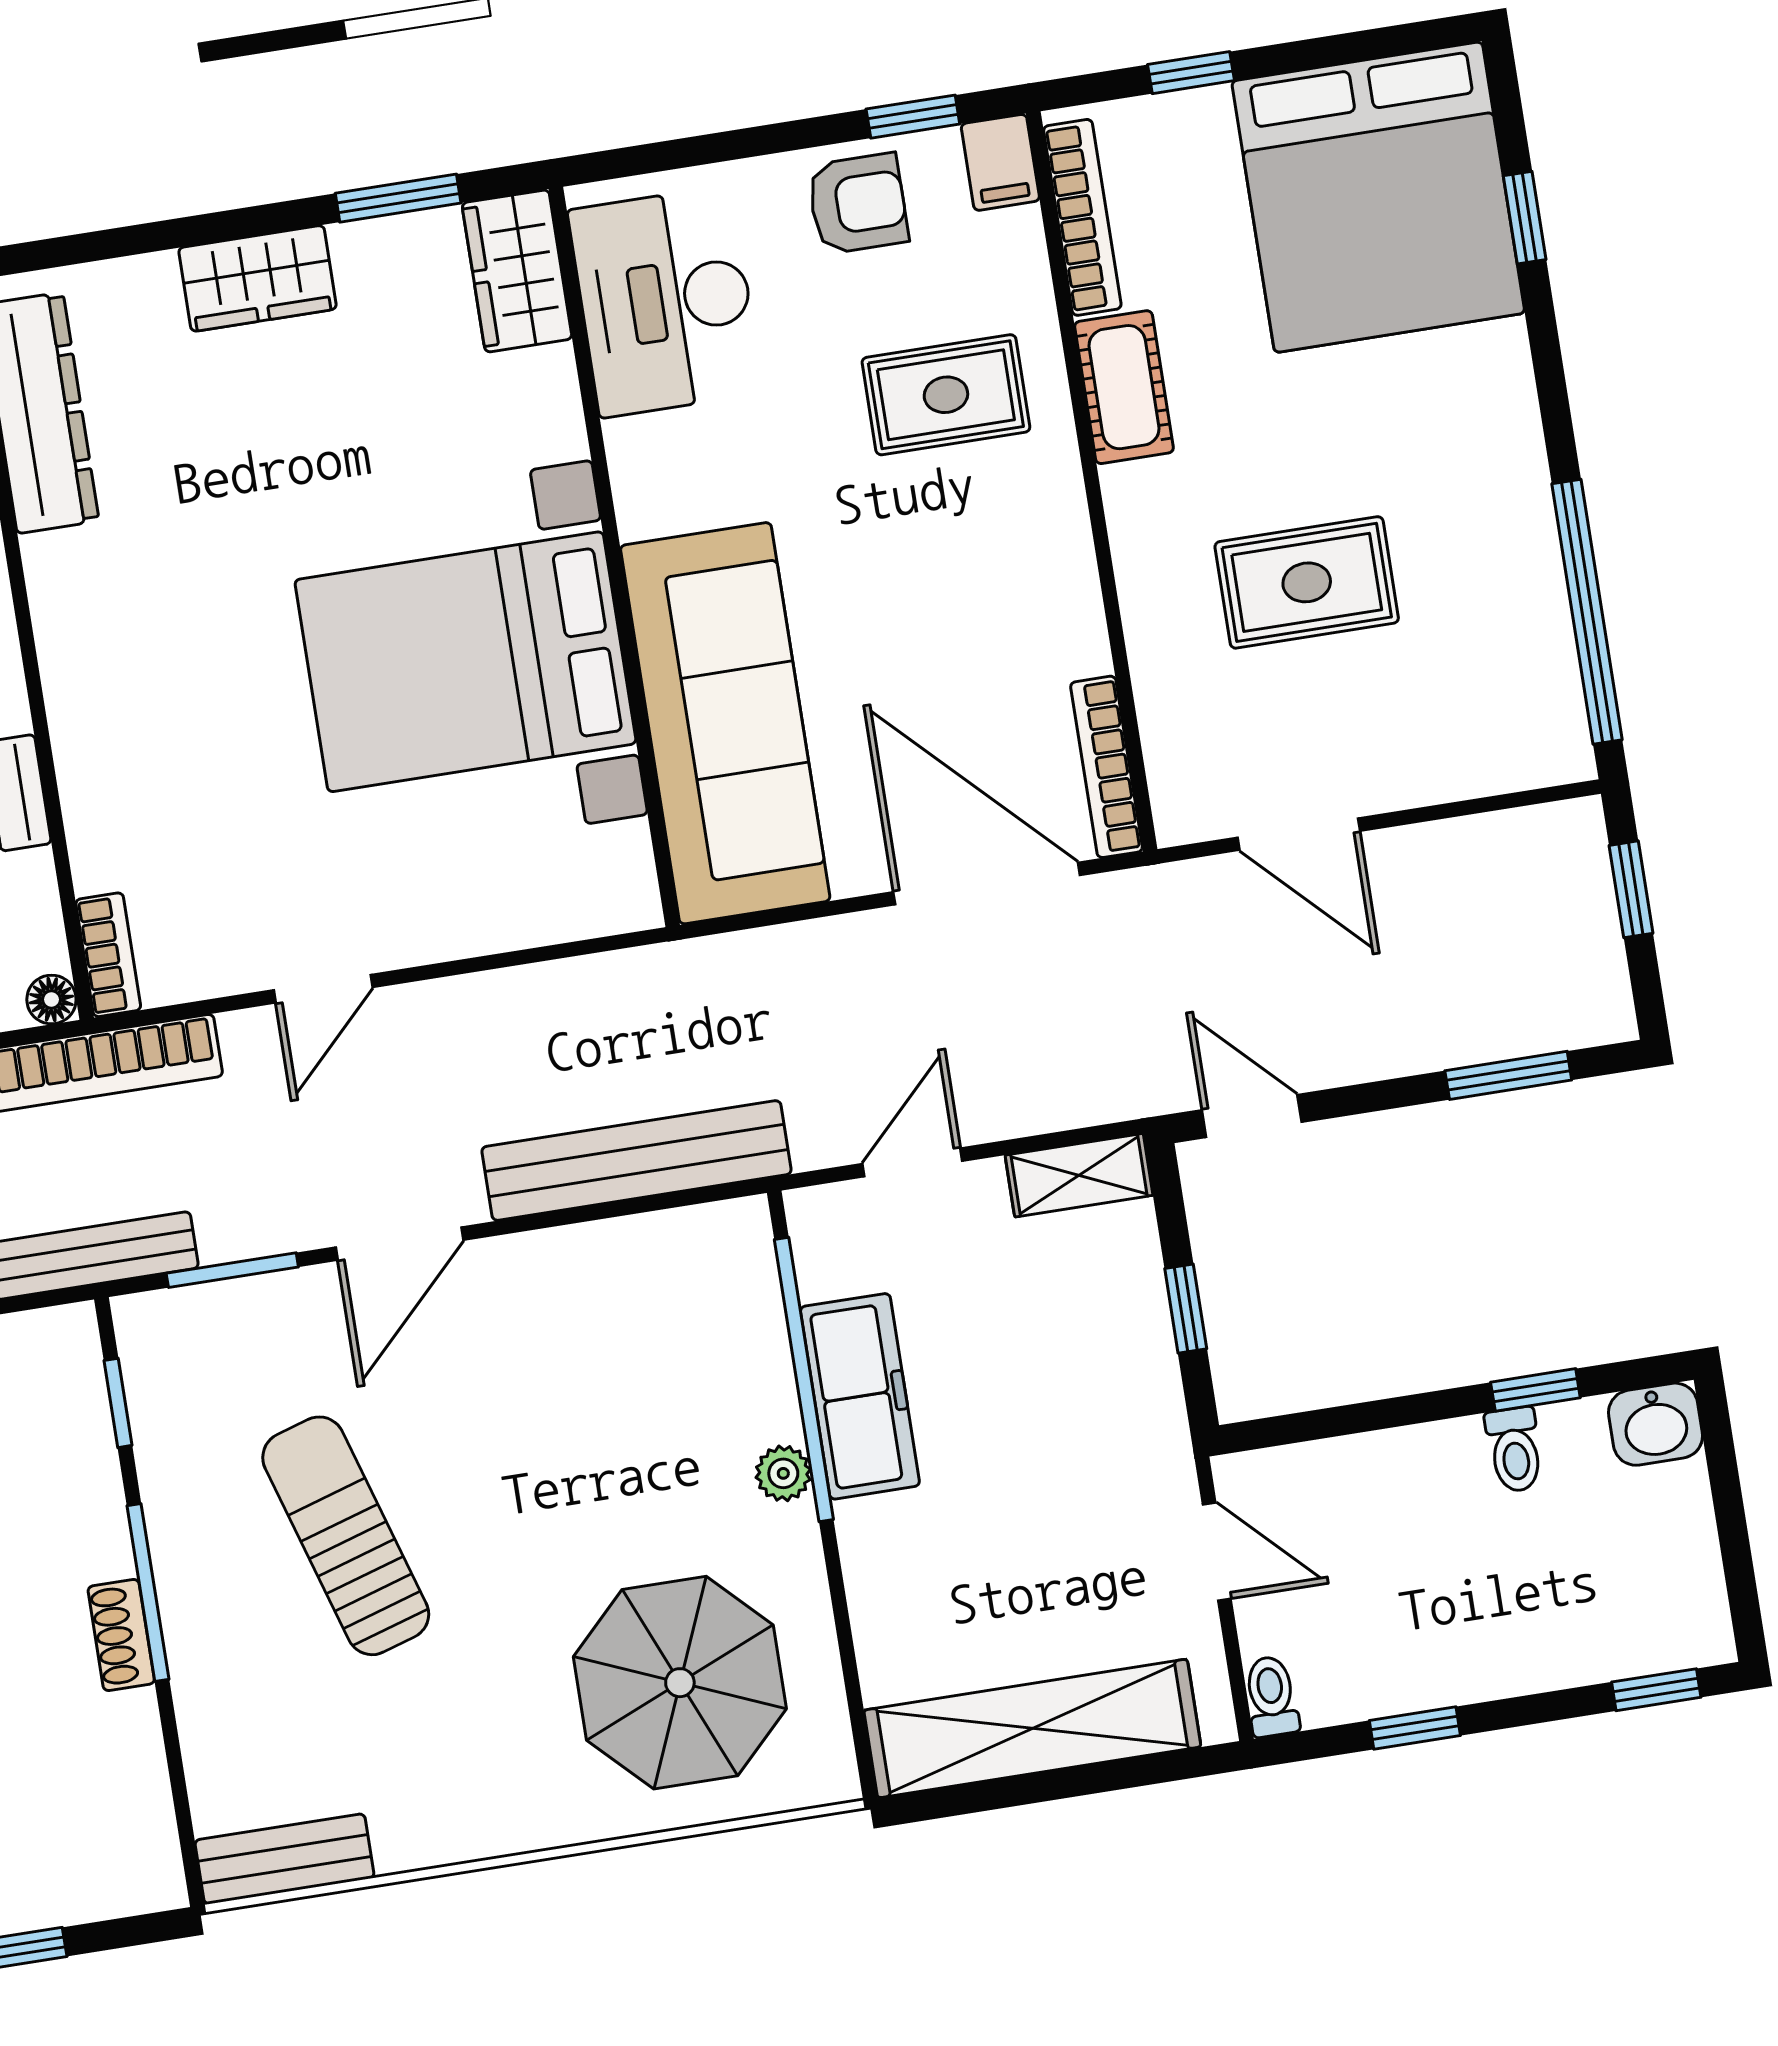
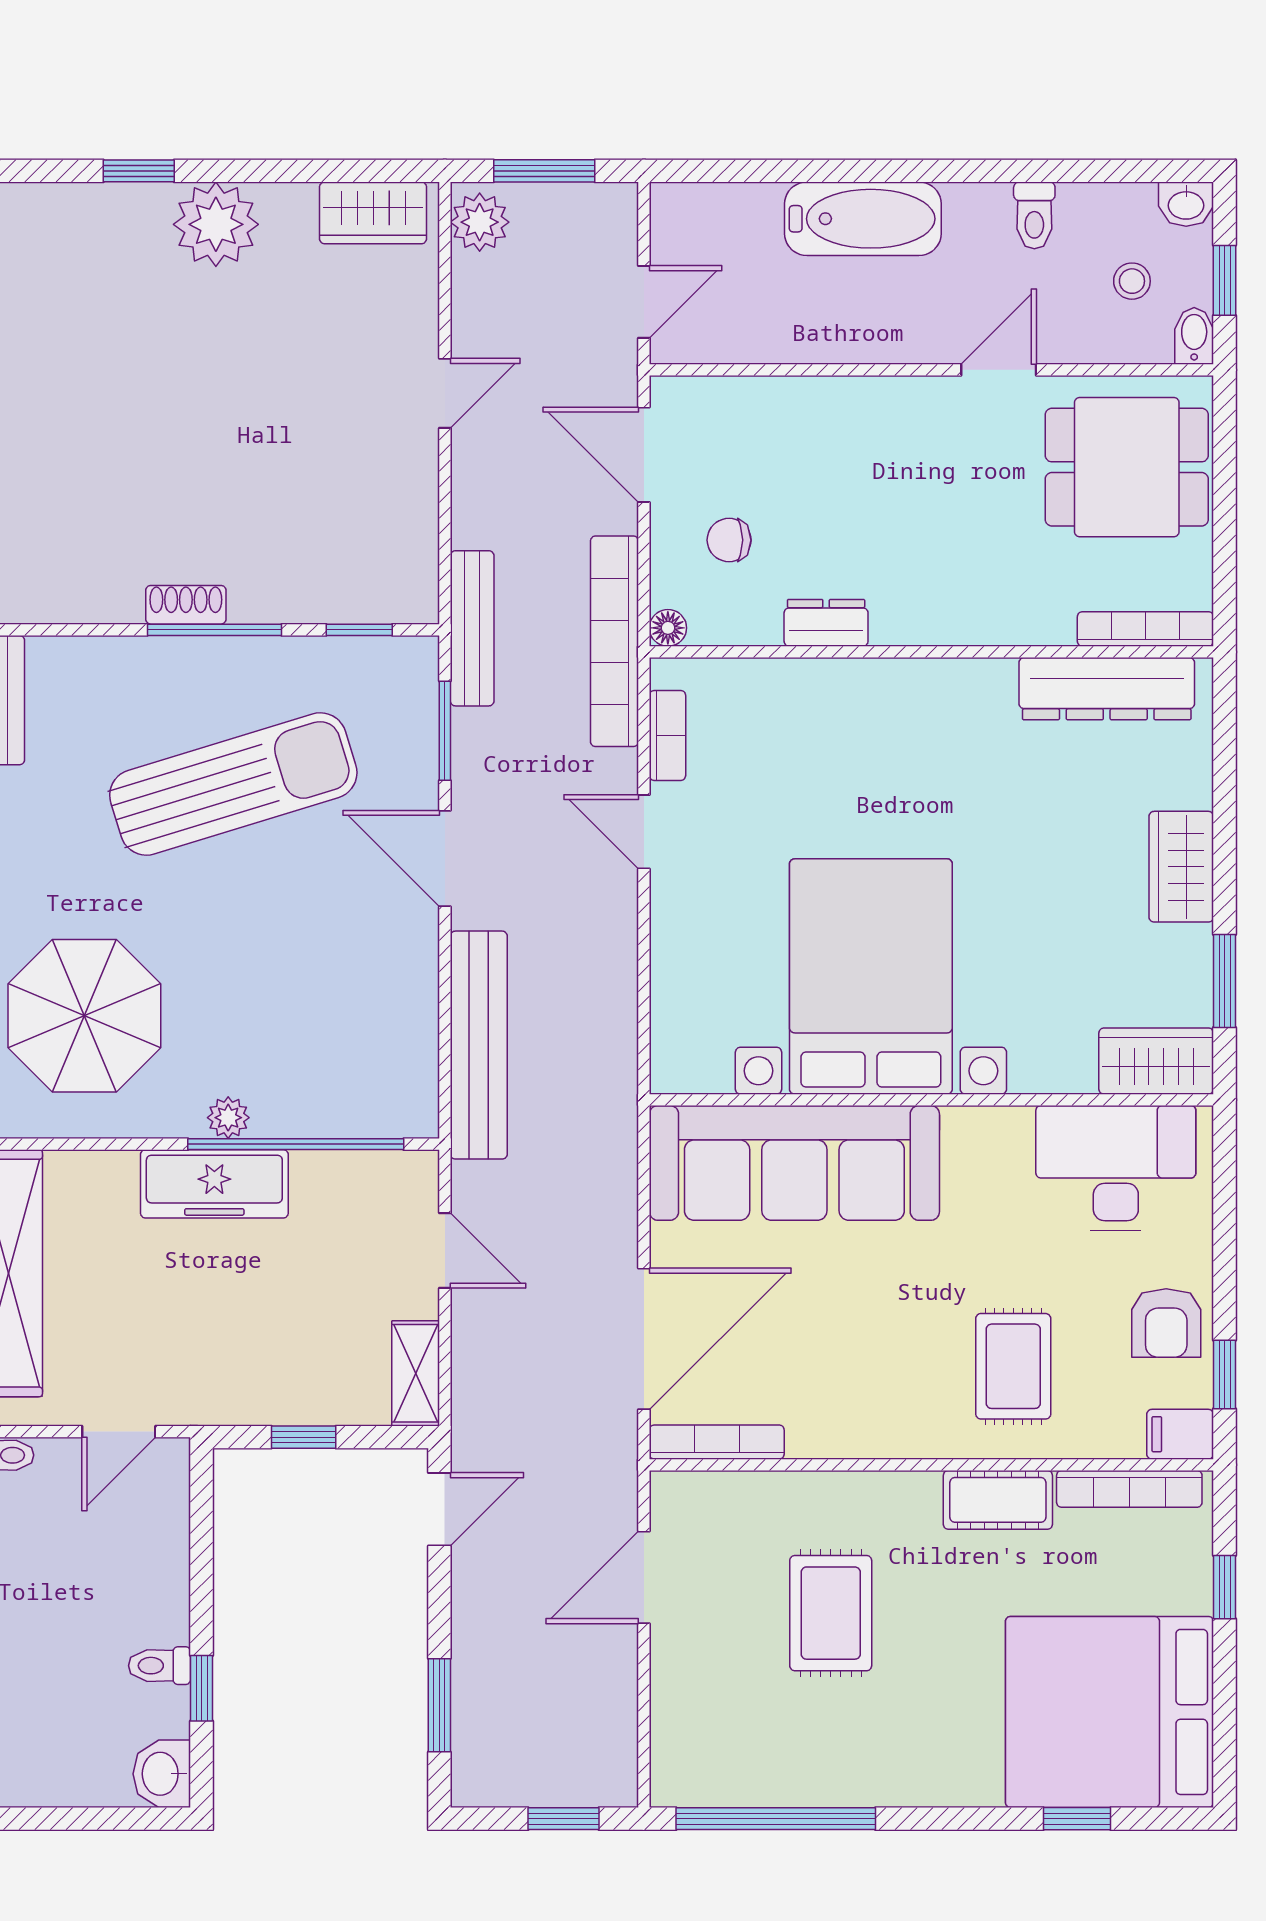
bookcase: (108, 955) -> (668, 735), moved, turned -90
freezer: (860, 1396) -> (214, 1184), moved
sun lounger: (346, 1536) -> (233, 784), width x1.36, depth x1.34

